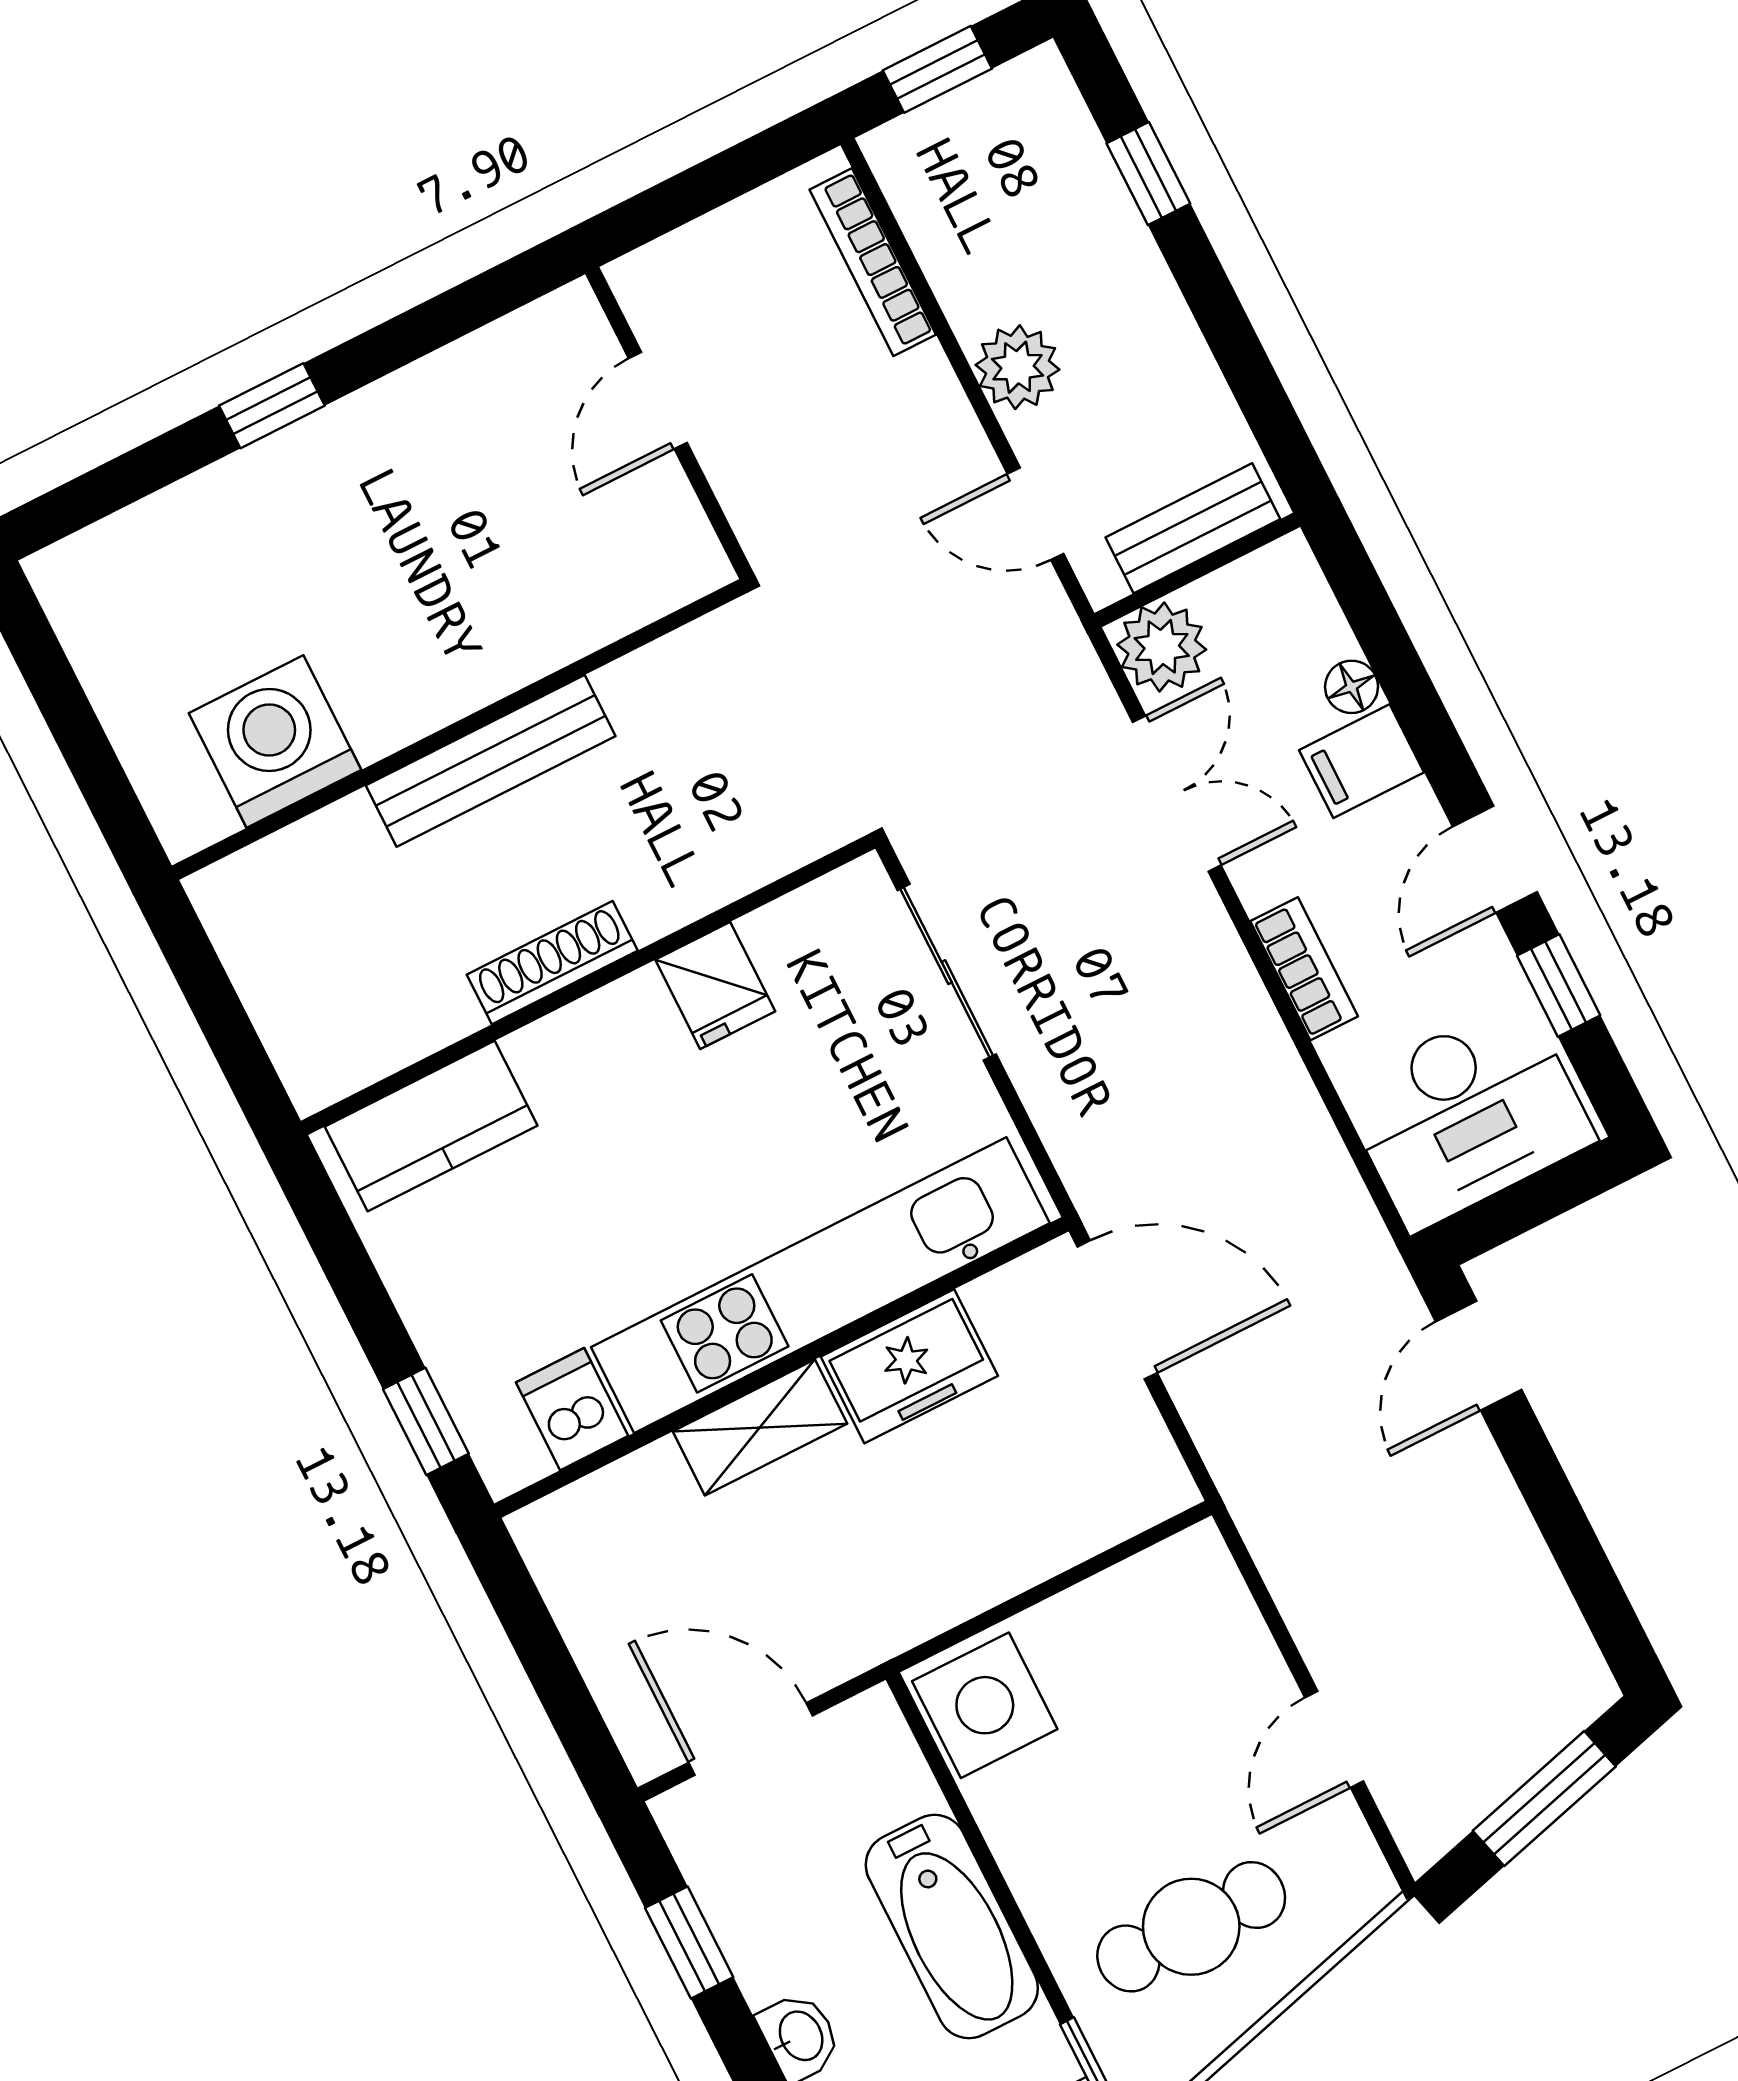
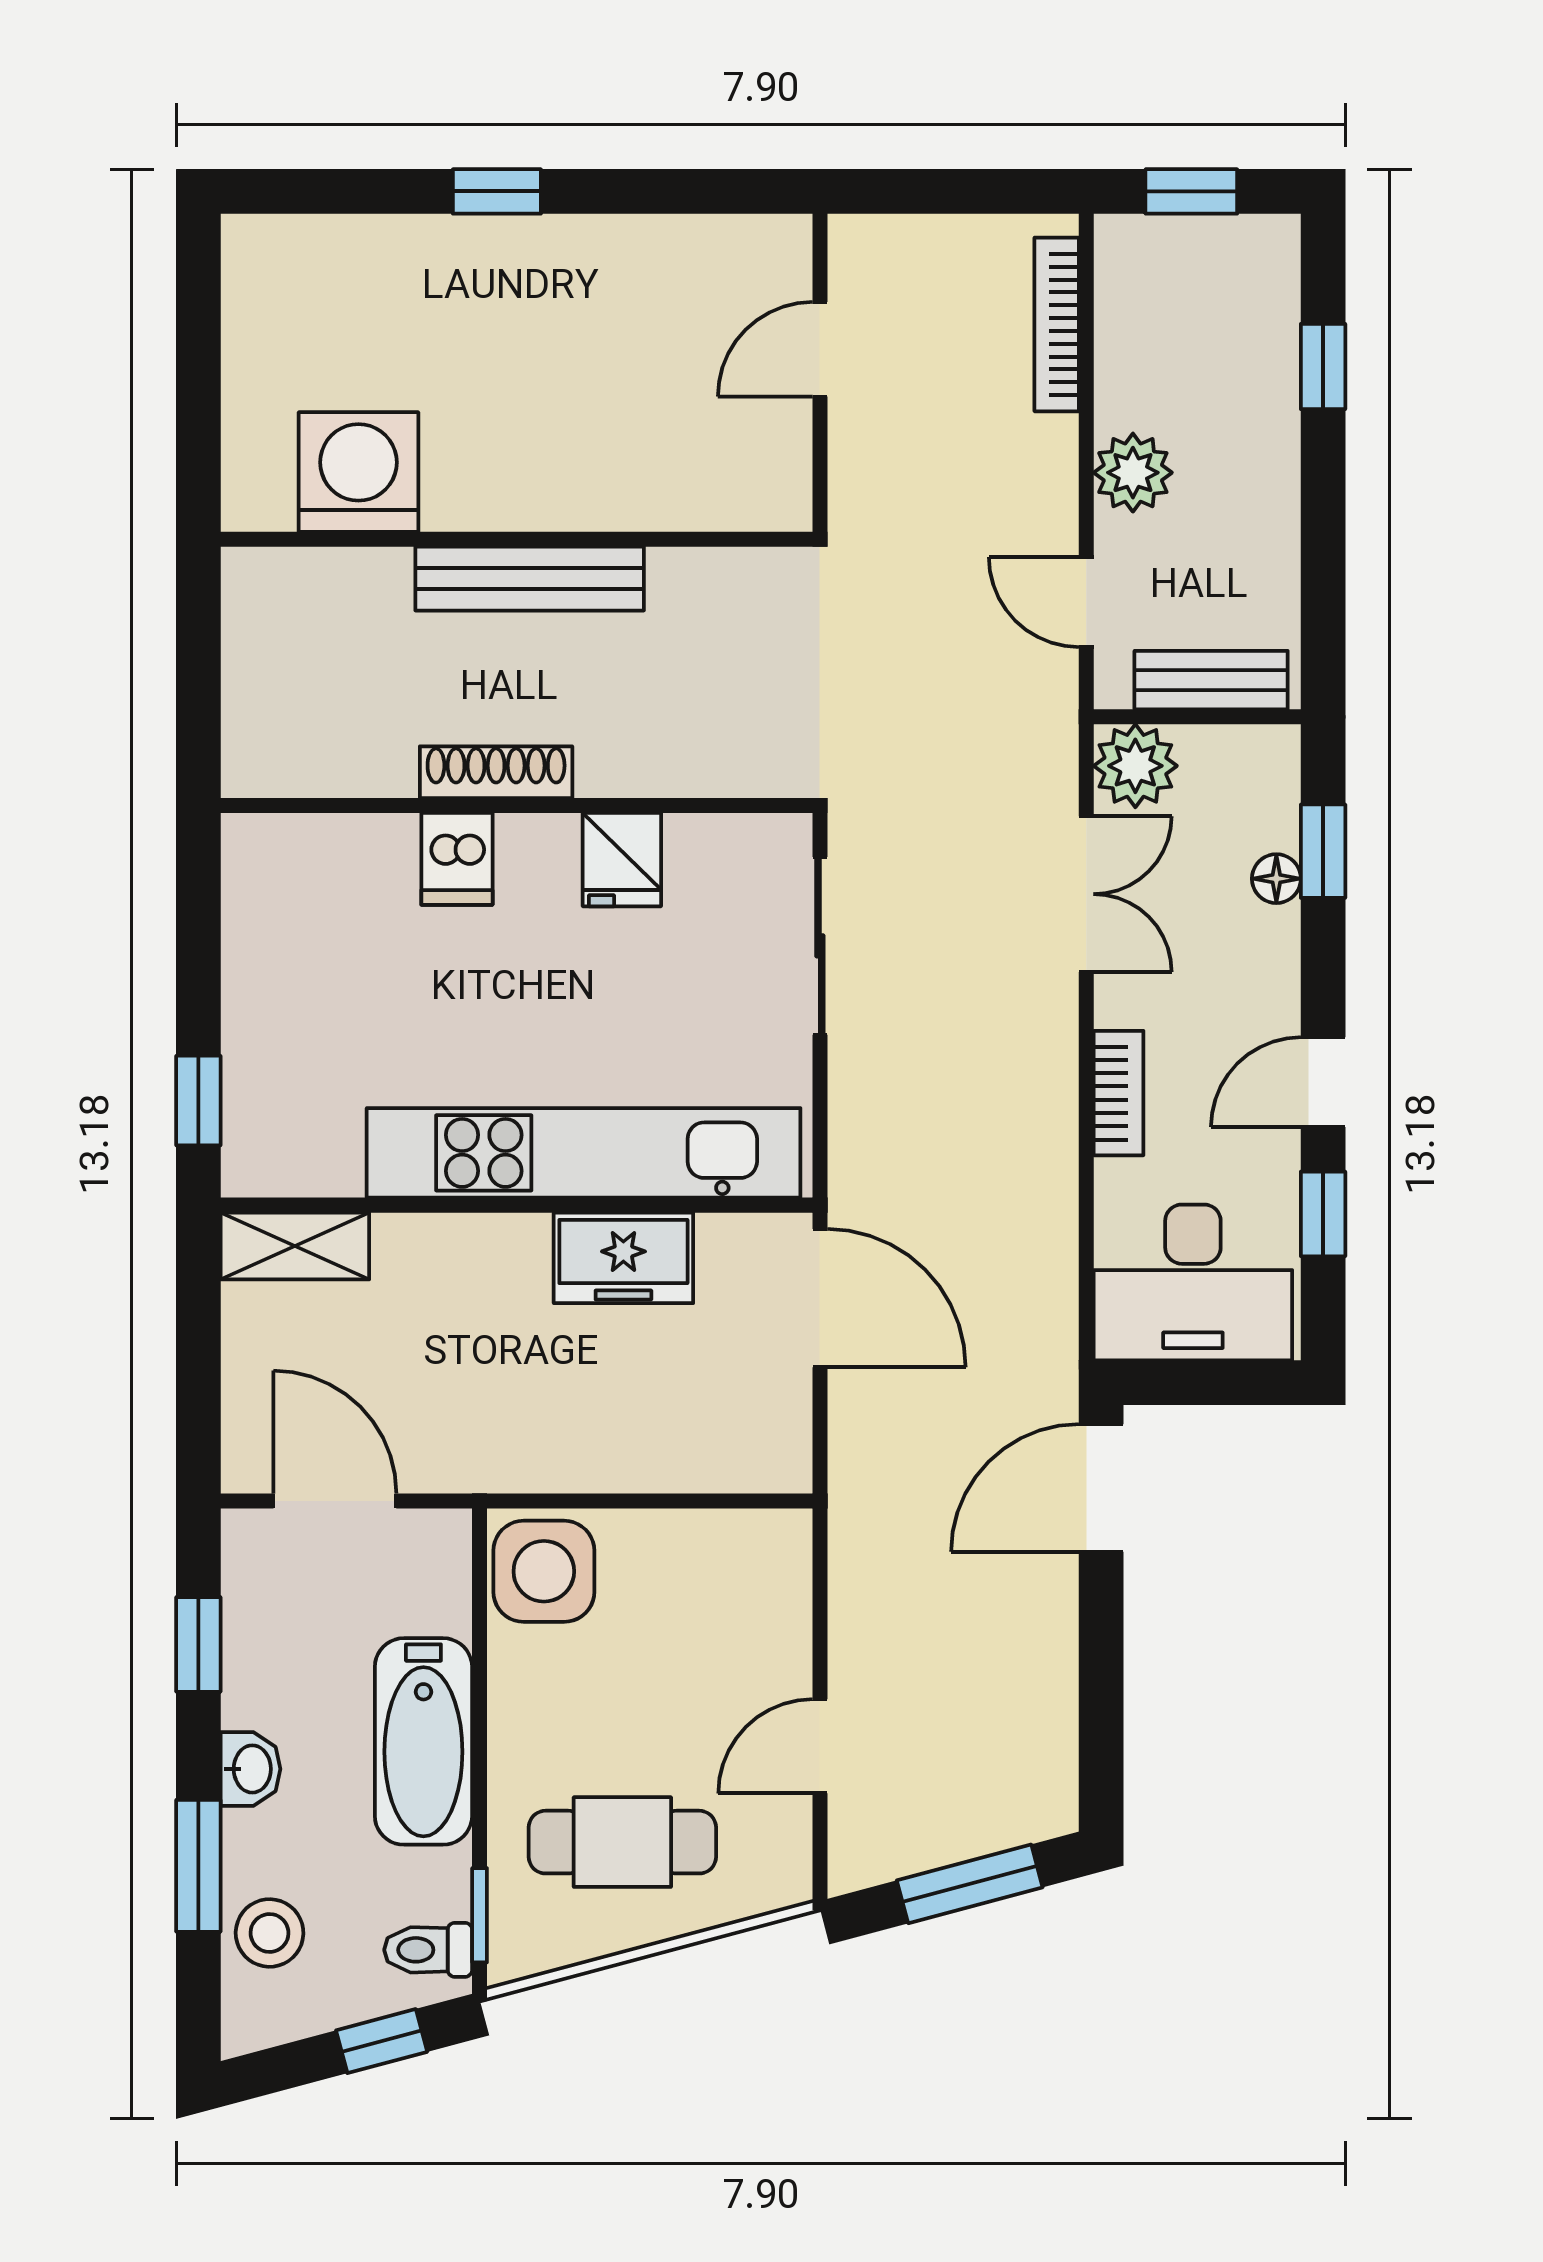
window: (1383, 638) -> (1323, 851), added
filing cabinet: (1362, 761) -> (1253, 945), removed
kitchen counter: (431, 1126) -> (327, 857), removed
door: (1479, 1356) -> (1101, 1488), width x1.38
dishwasher: (572, 1409) -> (457, 859), moved, turned 180
shelving: (760, 1428) -> (295, 1246), moved

